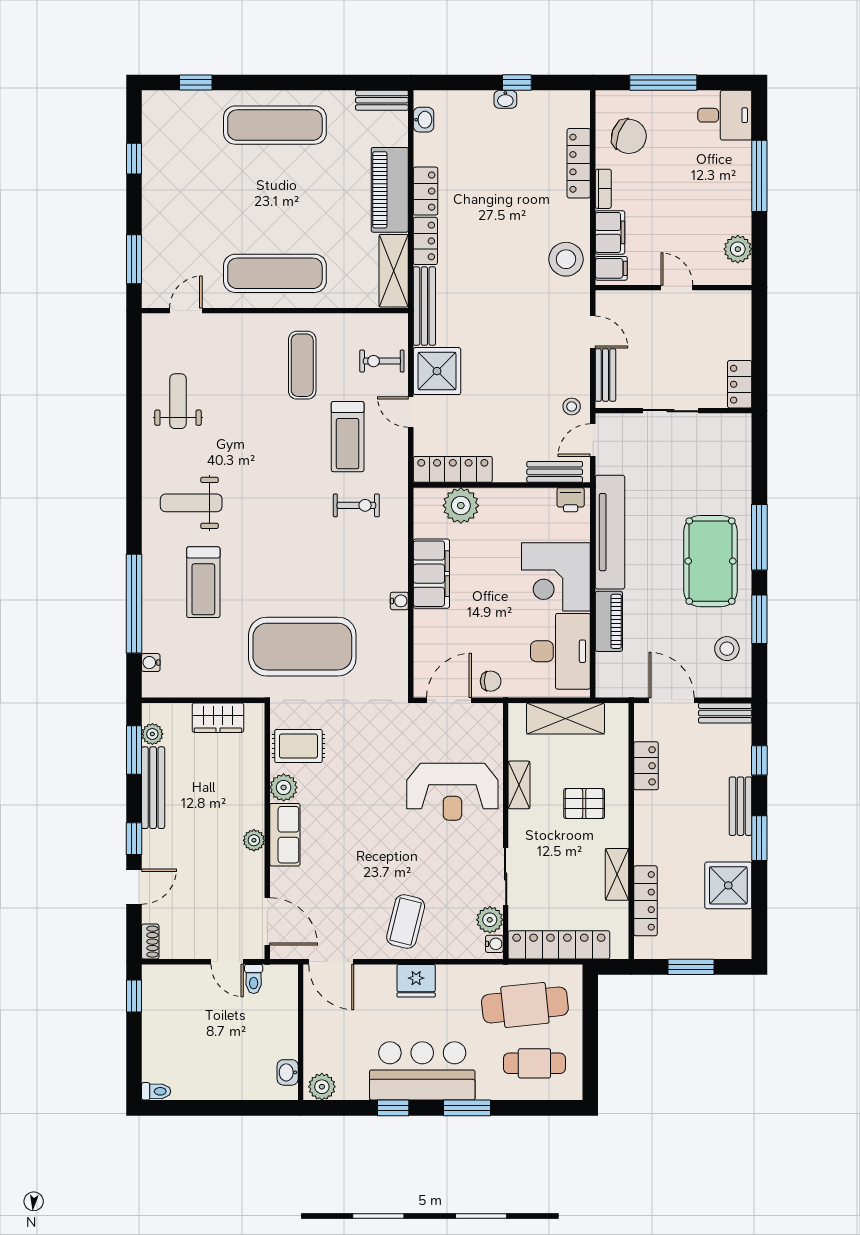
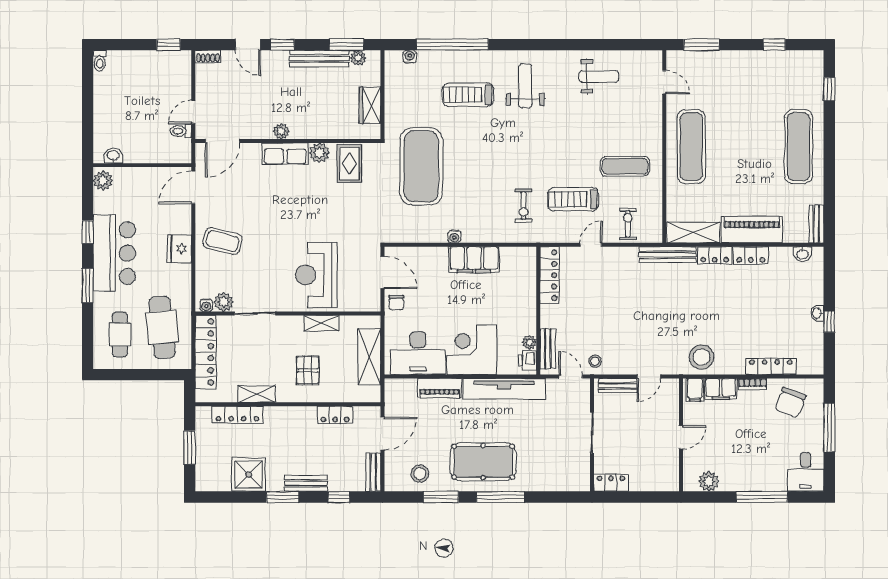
shower: (437, 371) -> (621, 264), removed
plant: (461, 506) -> (529, 342), moved, width x0.53, depth x0.53

